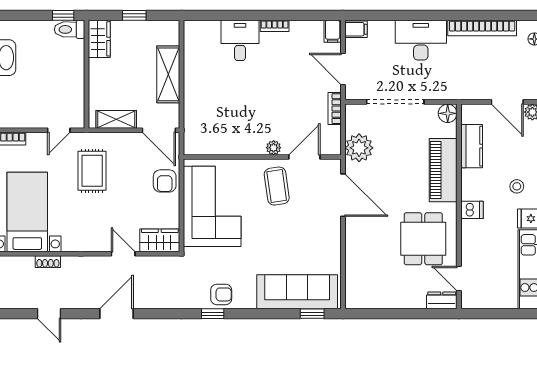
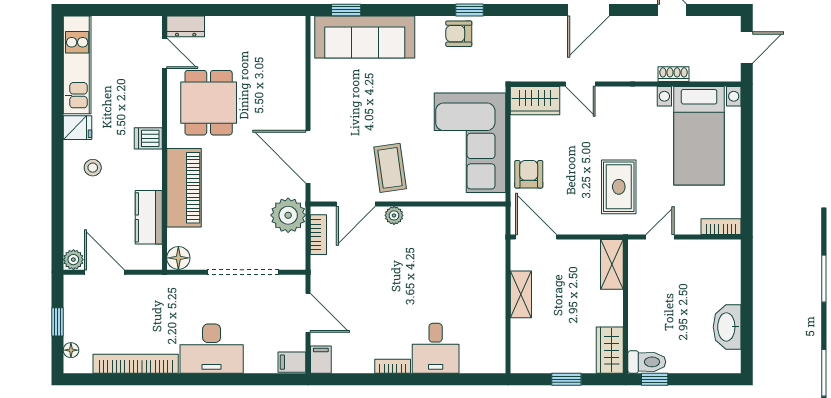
shelving: (168, 74) -> (521, 294), width x0.67, depth x0.75
bookcase: (335, 109) -> (318, 235), moved
shelving: (116, 119) -> (612, 264), moved, turned 90

